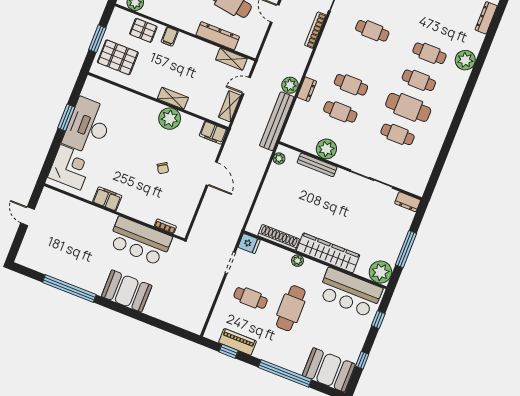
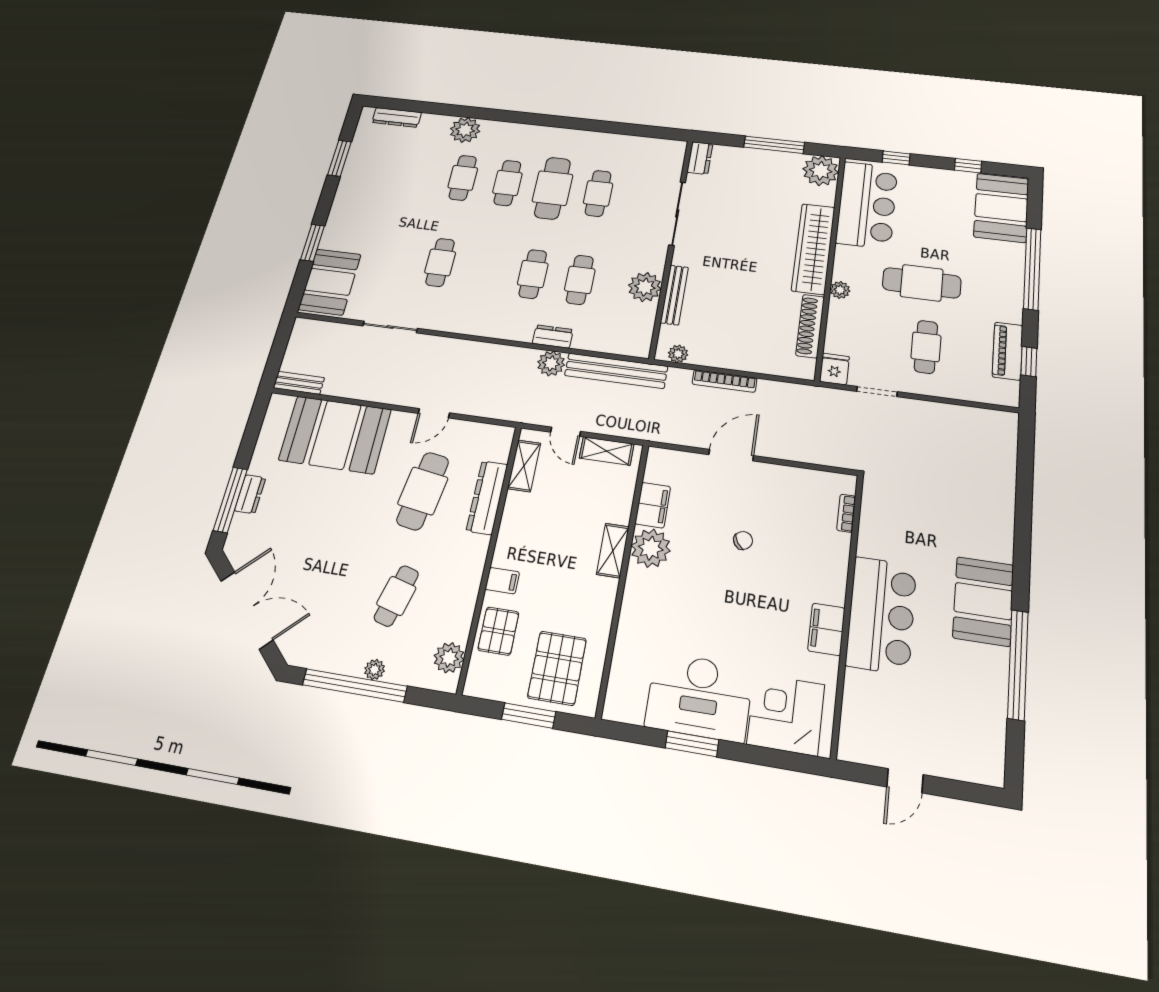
bookcase: (315, 30) -> (724, 381), moved
filing cabinet: (213, 133) -> (653, 505), moved
bar counter: (140, 241) -> (881, 615), moved
booth: (127, 291) -> (983, 601), moved

